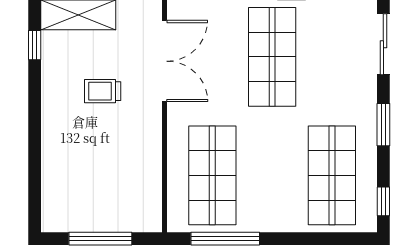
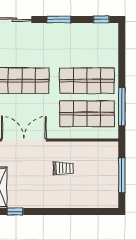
trolley: (103, 91) -> (63, 168), moved, turned -90
shop shelf: (332, 175) -> (87, 81), moved

